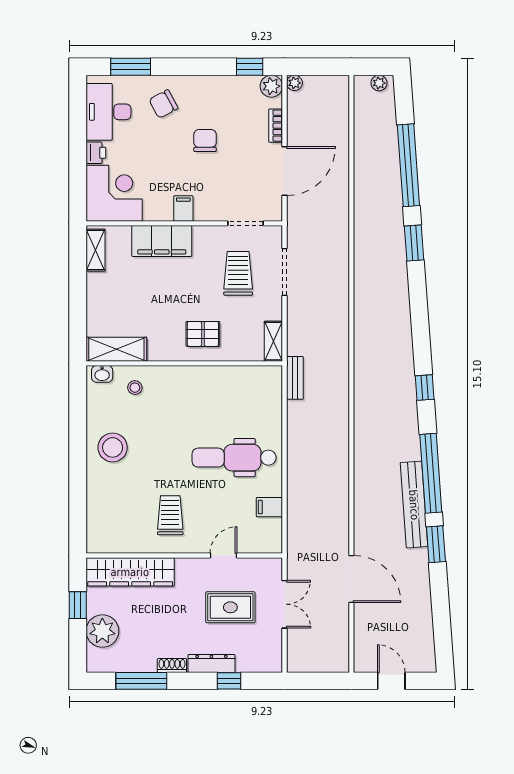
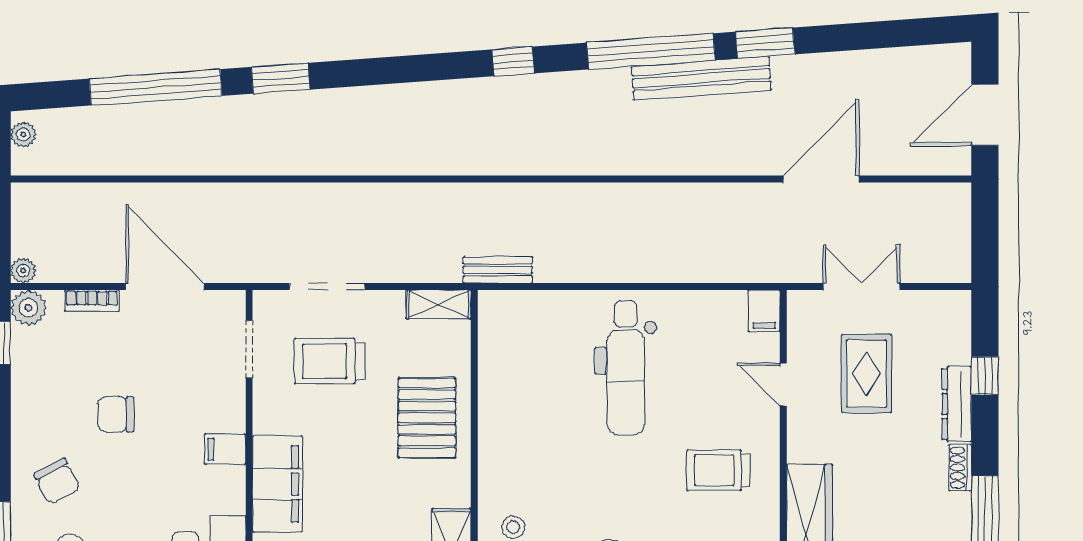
pallet: (203, 334) -> (427, 418), width x1.50, depth x1.42
filing cabinet: (269, 507) -> (764, 311), moved
door: (391, 681) -> (985, 115), width x1.37

